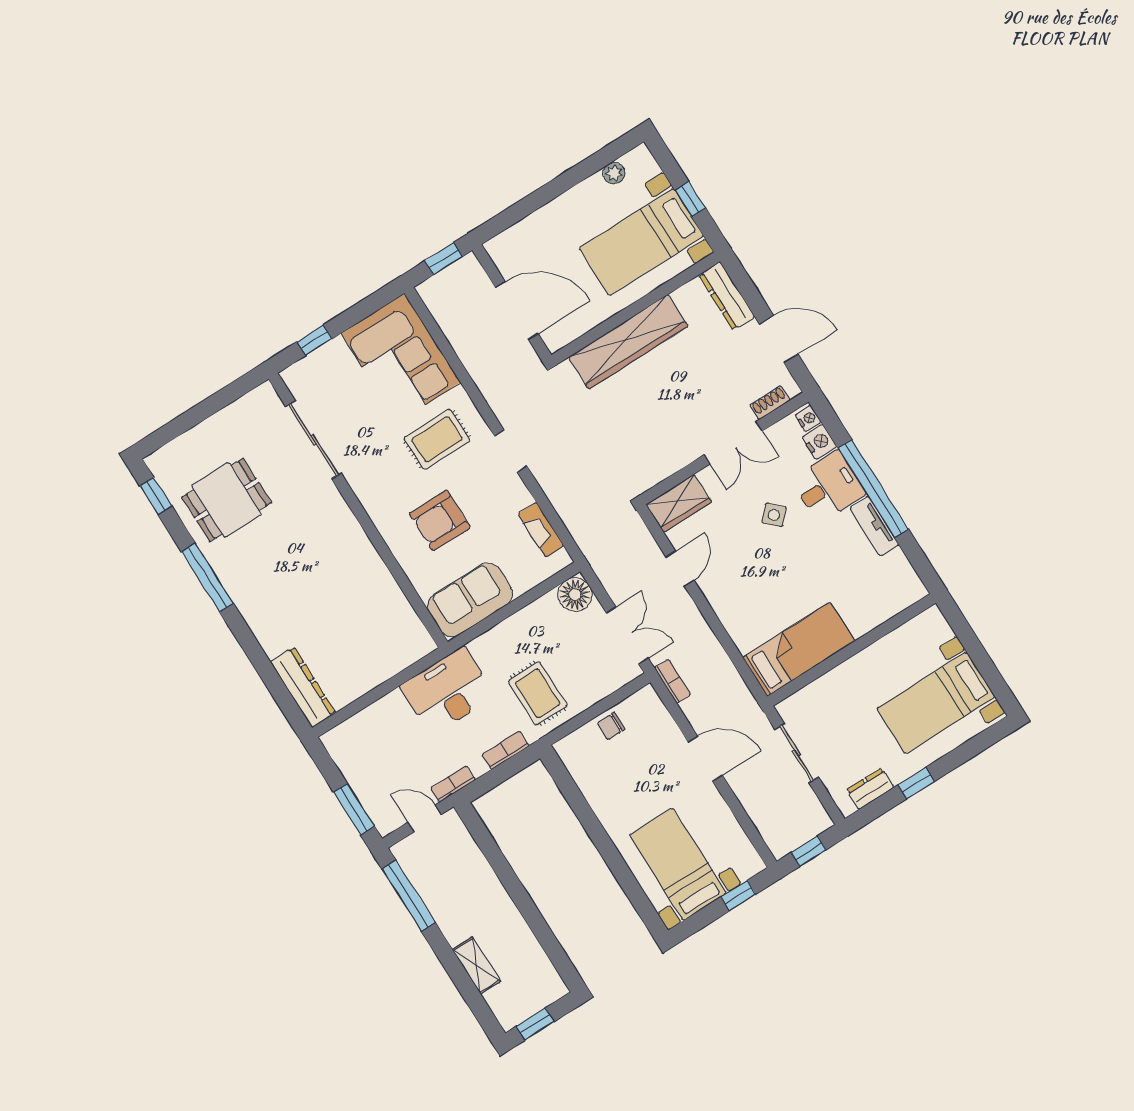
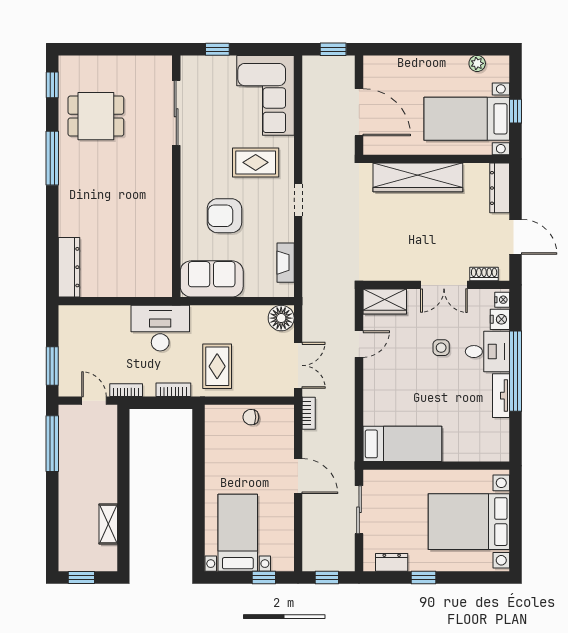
side table: (774, 515) -> (441, 348), turned 45
bed with nightstands: (936, 703) -> (469, 522), width x1.36
shelving: (476, 965) -> (108, 524), moved

